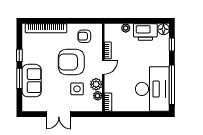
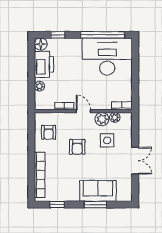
window: (19, 55) -> (57, 205), moved
armchair: (71, 62) -> (77, 147), width x0.53, depth x0.53

